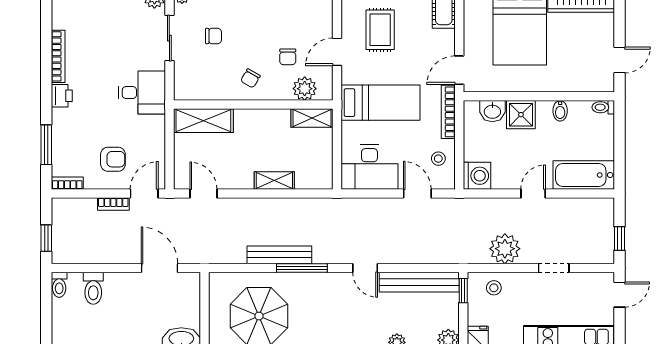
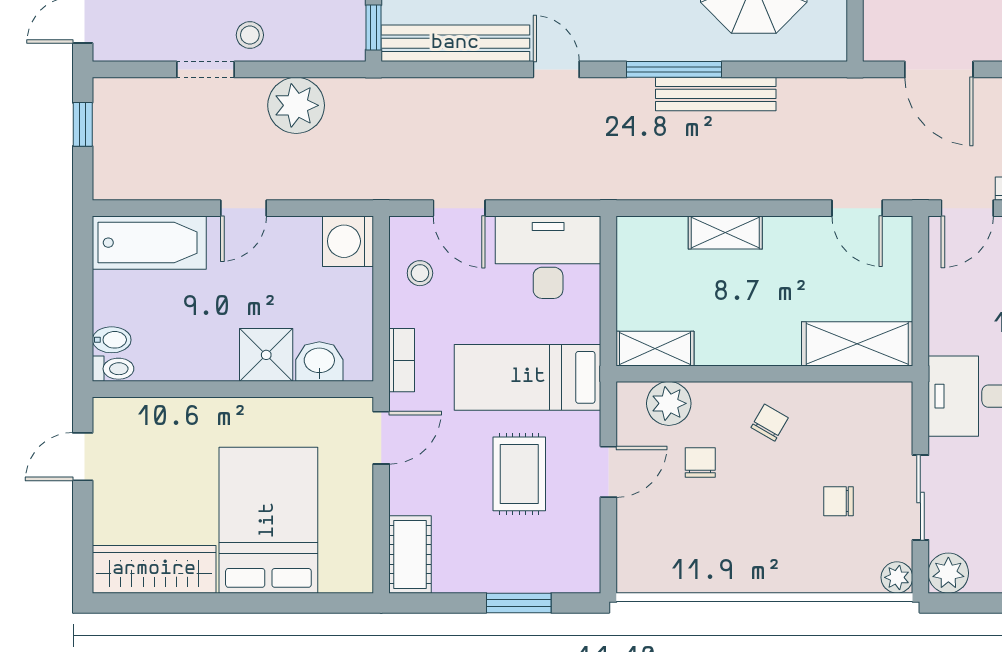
rug: (380, 30) -> (519, 474), moved
bidet: (560, 111) -> (112, 340), moved, turned 90
bookcase: (448, 112) -> (402, 360), width x0.64
stool: (494, 288) -> (250, 35), moved

